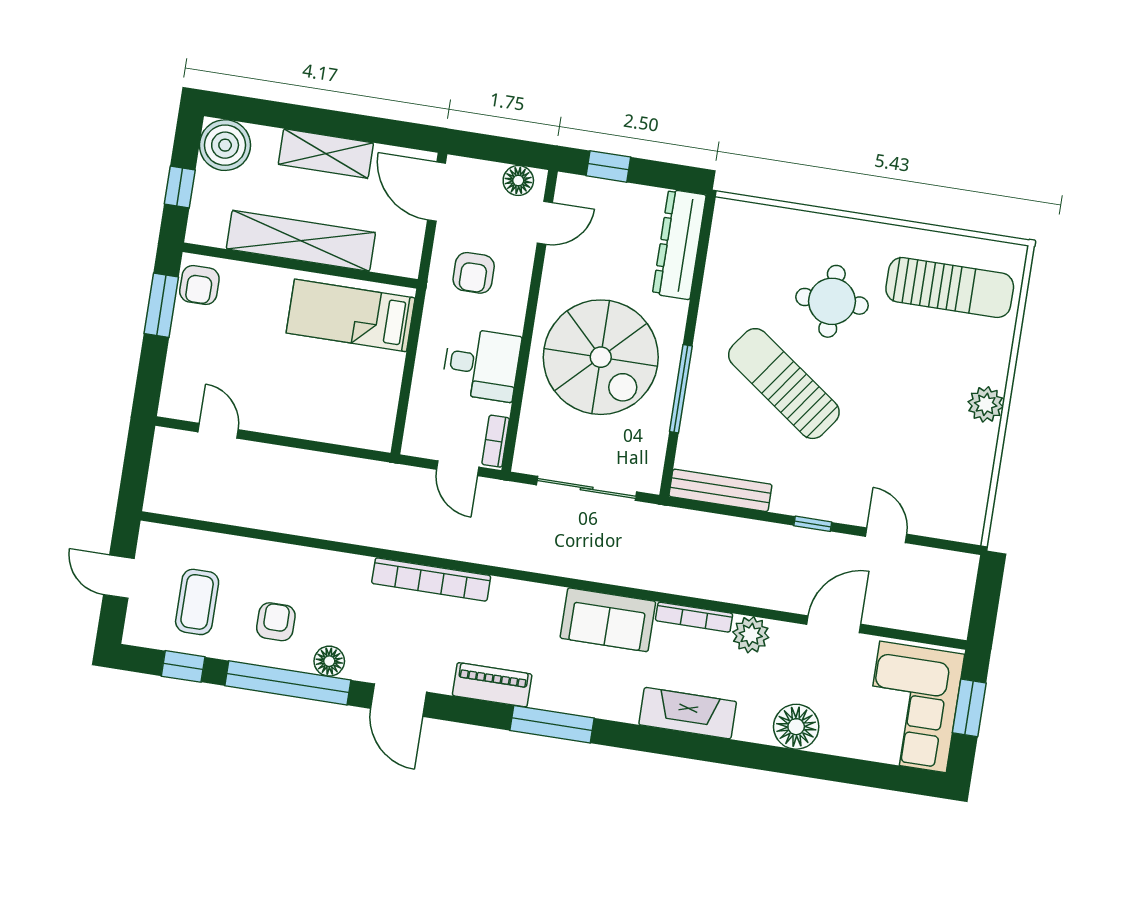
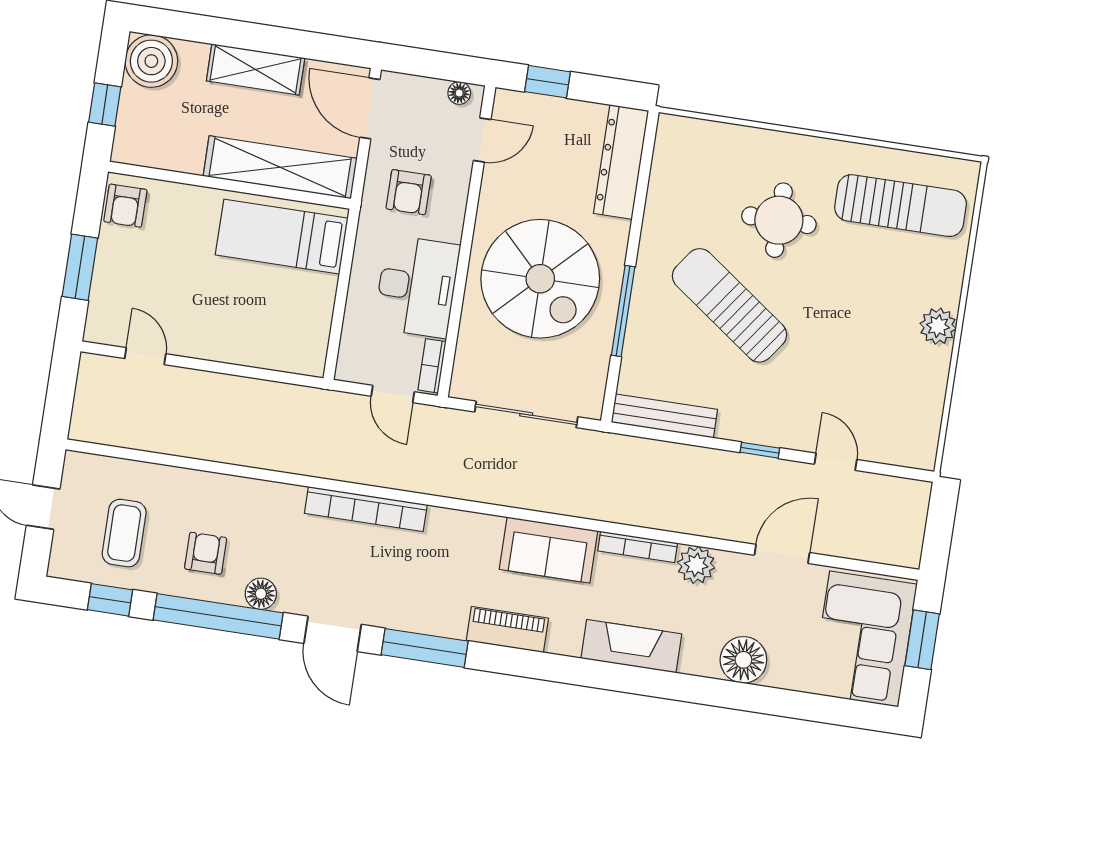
floor lamp: (518, 181) -> (459, 93), width x0.73, depth x0.73
shelving: (301, 241) -> (280, 167), moved
window: (161, 305) -> (80, 267), moved
desk: (481, 364) -> (417, 287), width x1.37
piano: (492, 685) -> (507, 630), moved
window: (552, 724) -> (425, 648), moved

